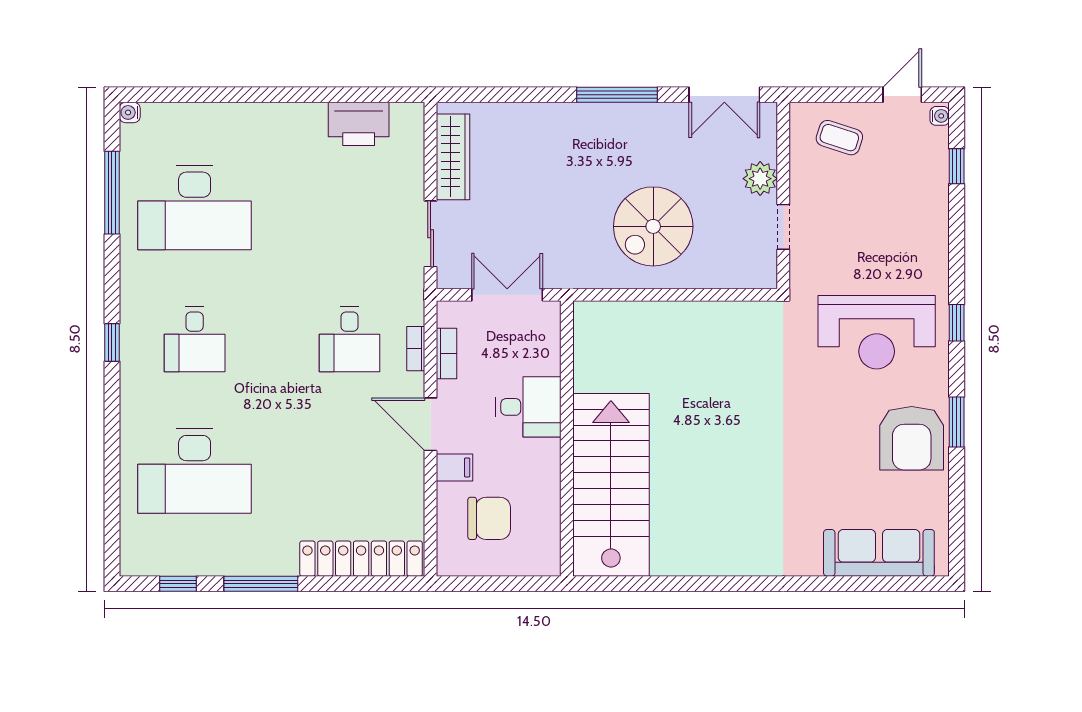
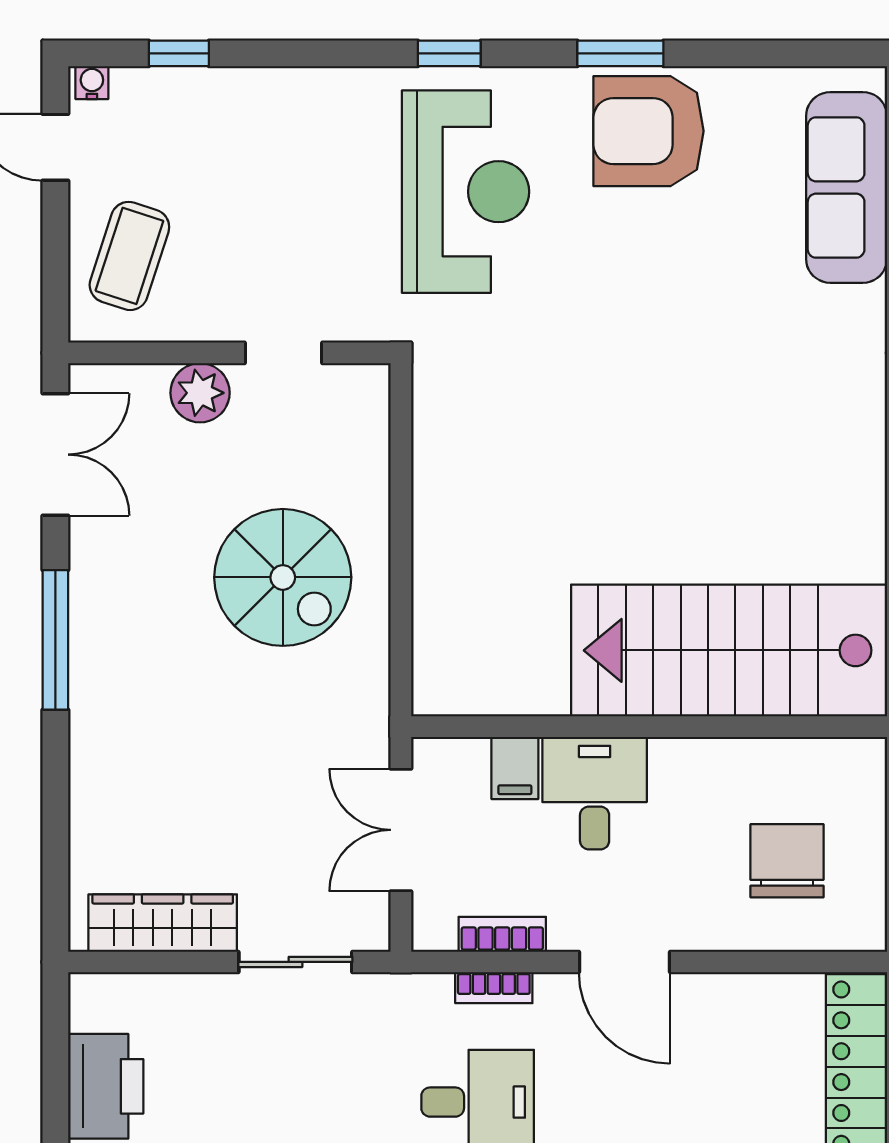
coffee table: (839, 138) -> (129, 256), width x1.36, depth x1.30
door: (431, 424) -> (625, 962), hinge flipped
armchair: (912, 438) -> (648, 131), turned 180
filing cabinet: (455, 467) -> (515, 768), moved, turned 180

